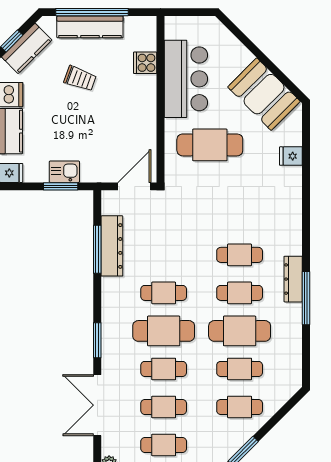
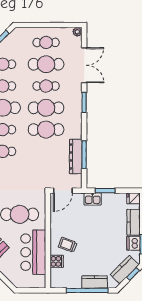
kitchen counter: (90, 27) -> (95, 282), width x0.67
trolley: (80, 79) -> (68, 245), moved
kitchen sink: (64, 172) -> (93, 199), moved
cafe table: (164, 293) -> (46, 130), width x1.37, depth x1.35
cafe table: (164, 407) -> (46, 64), width x1.37, depth x1.35

